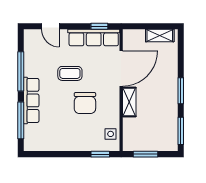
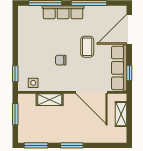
door: (50, 26) -> (129, 29), width x1.88
shelving: (160, 35) -> (121, 114), moved
shelving: (129, 102) -> (50, 100), moved
chair: (85, 103) -> (61, 60), width x0.54, depth x0.54

